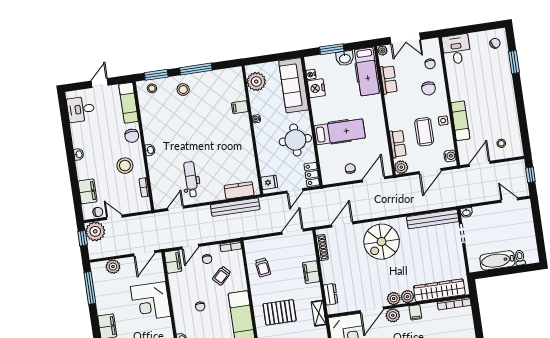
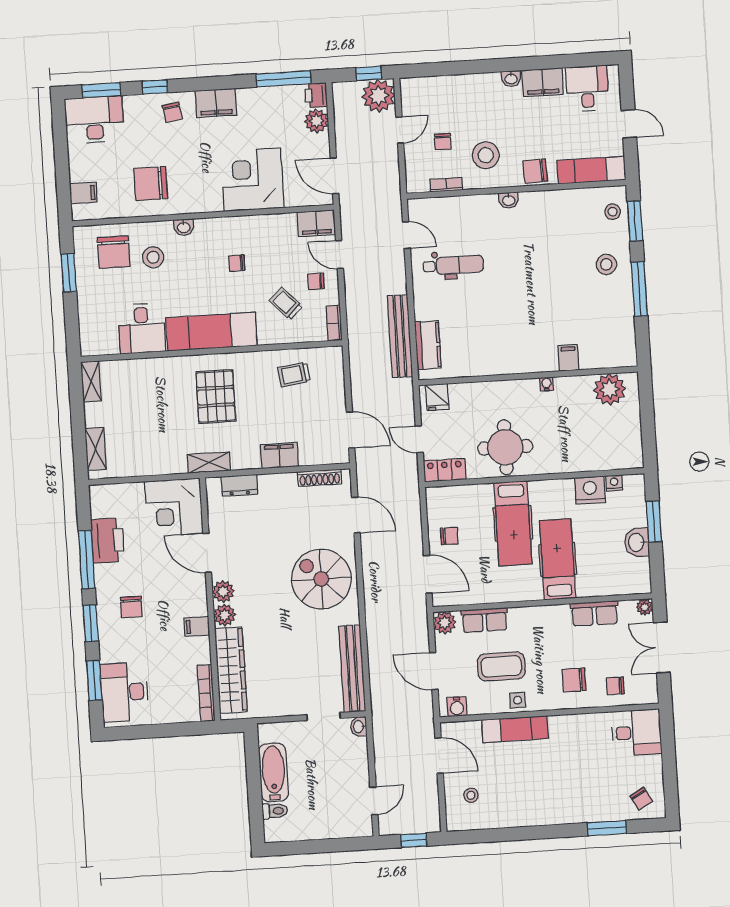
hospital bed: (367, 72) -> (558, 559), moved, turned 90
sofa: (294, 85) -> (598, 452), removed
filing cabinet: (87, 191) -> (543, 82), moved
chair: (98, 212) -> (443, 142), moved
printer: (98, 268) -> (316, 95), added
plant: (393, 315) -> (195, 588), removed

